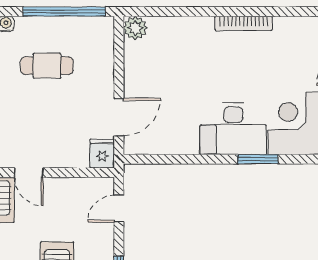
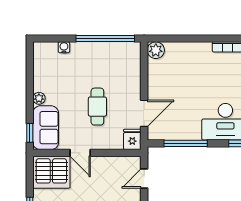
cafe table: (47, 66) -> (97, 107), moved, turned 90
window: (177, 159) -> (186, 143), added

